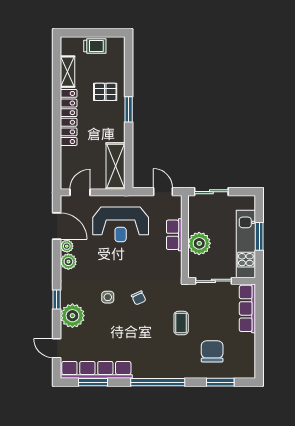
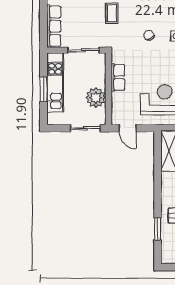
window: (129, 109) -> (158, 229), moved
row of seats: (174, 235) -> (118, 77), moved
plant: (199, 243) -> (96, 98), moved

